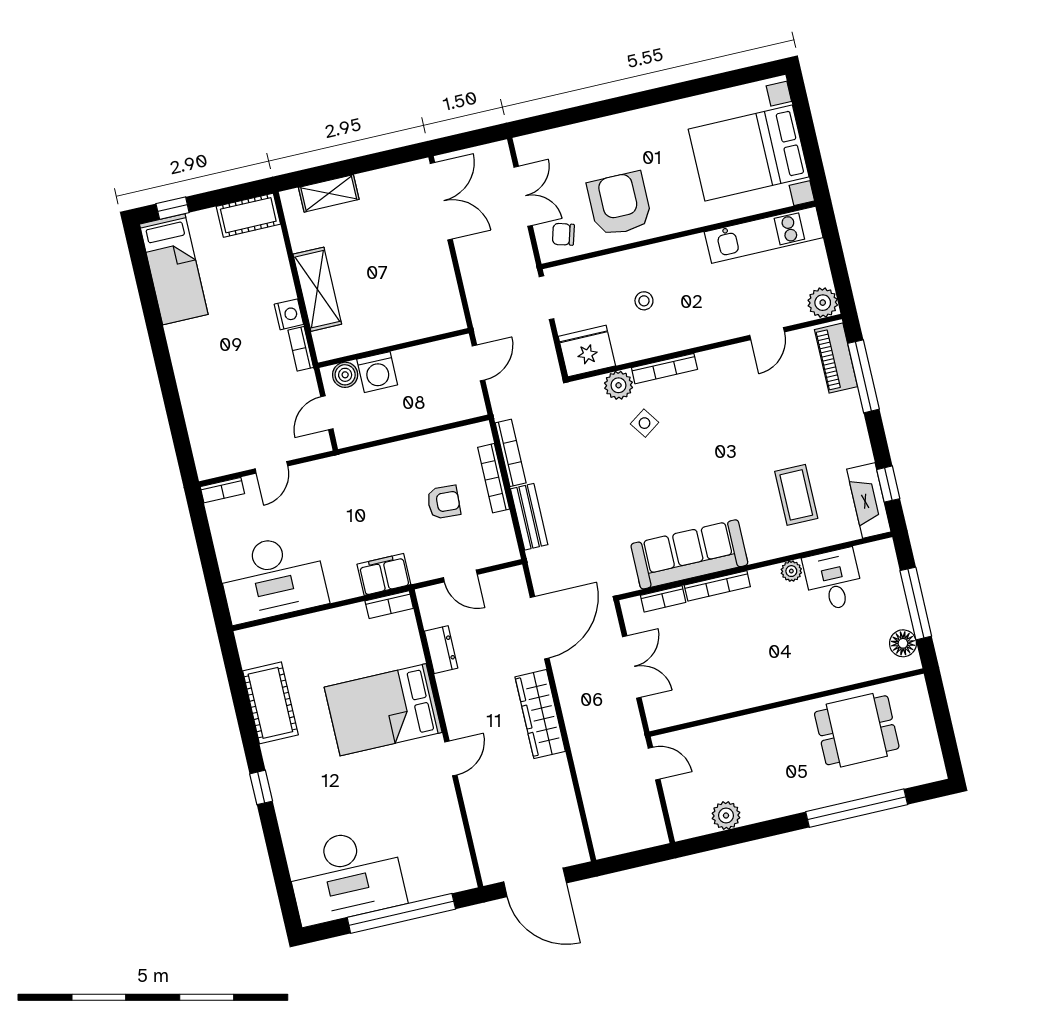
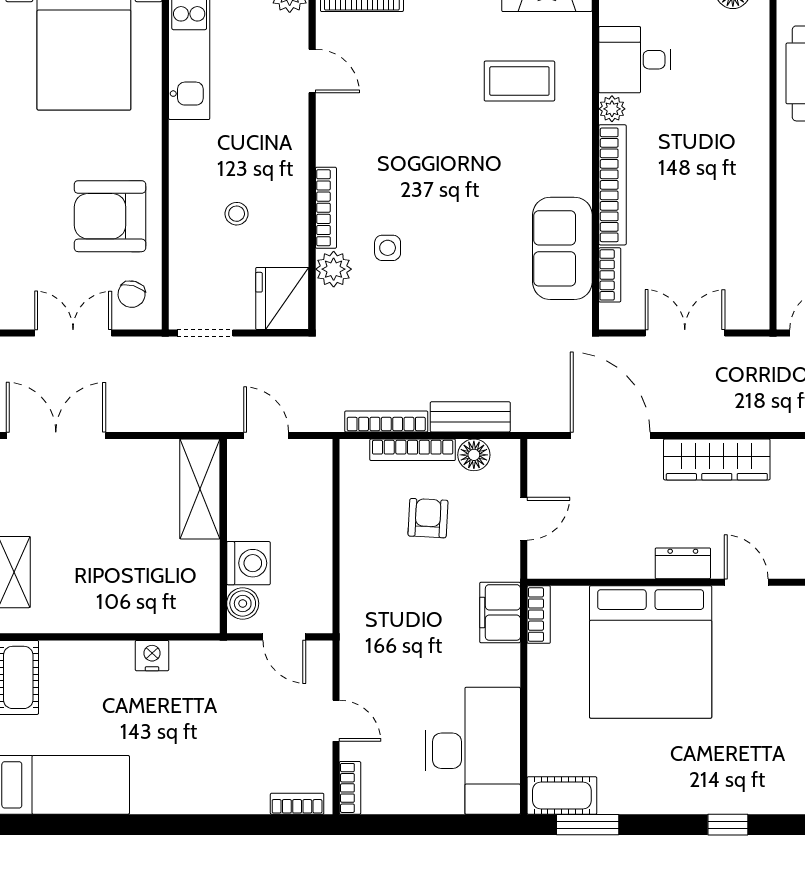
shelving: (317, 289) -> (200, 489), moved, turned 90
bookcase: (301, 349) -> (297, 804), moved, turned 180
side table: (645, 423) -> (388, 248), turned 35
floor lamp: (501, 526) -> (474, 455), added
sofa: (689, 554) -> (562, 248), width x0.73
bookcase: (717, 586) -> (612, 185), width x1.48, depth x1.31
dresser: (441, 650) -> (683, 563), moved
window: (236, 680) -> (588, 825), added
cot: (270, 703) -> (562, 796), moved, width x0.73, depth x0.75
bed: (383, 710) -> (651, 652), width x1.36

